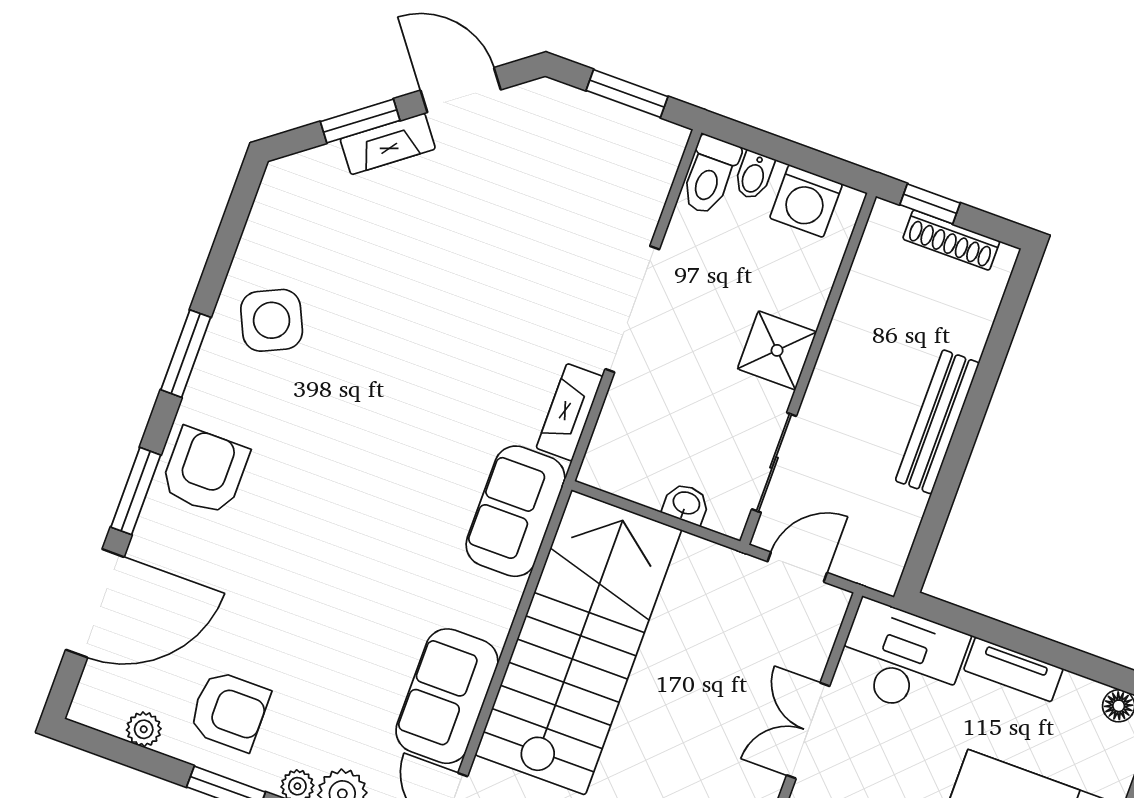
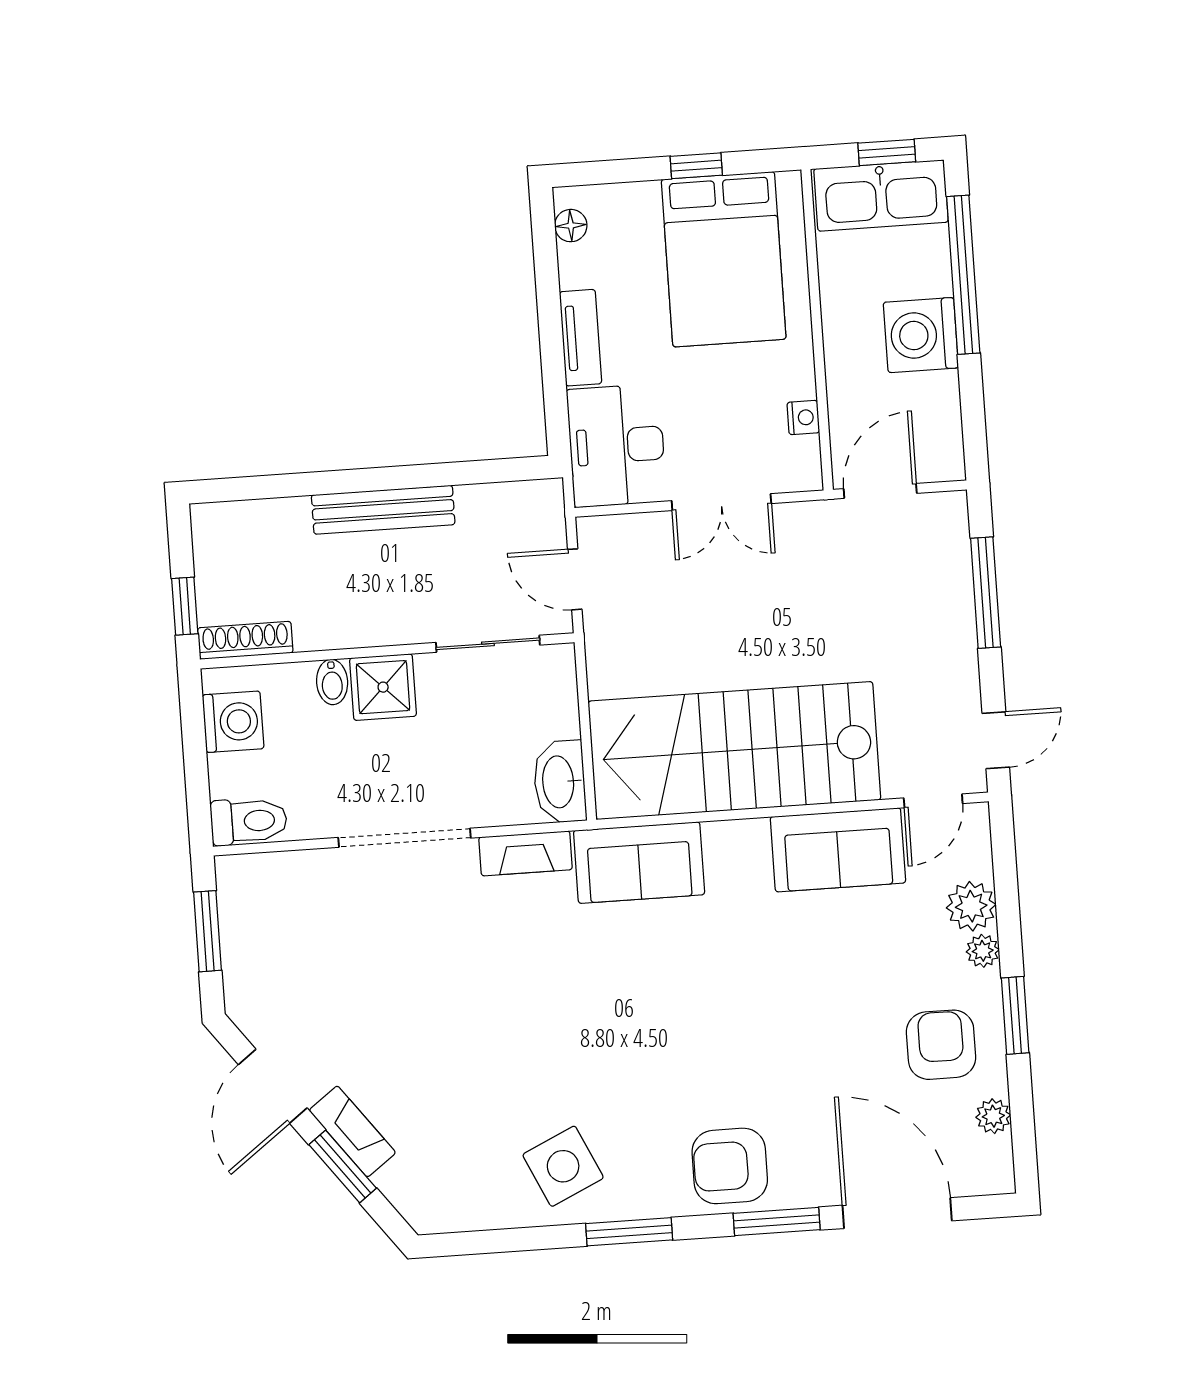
bidet: (754, 175) -> (332, 682), moved, turned 90
shoe rack: (951, 240) -> (245, 640), moved, turned -90
washbasin: (686, 504) -> (560, 782), moved, width x1.91, depth x1.45

